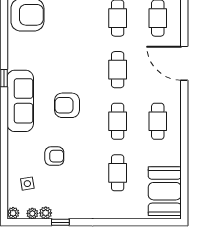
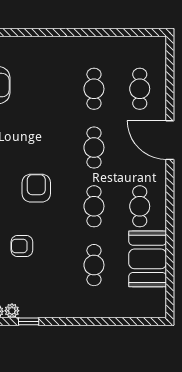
armchair: (67, 105) -> (36, 188), turned 90
armchair: (54, 156) -> (22, 246), turned 180
booth: (165, 191) -> (148, 259), moved

